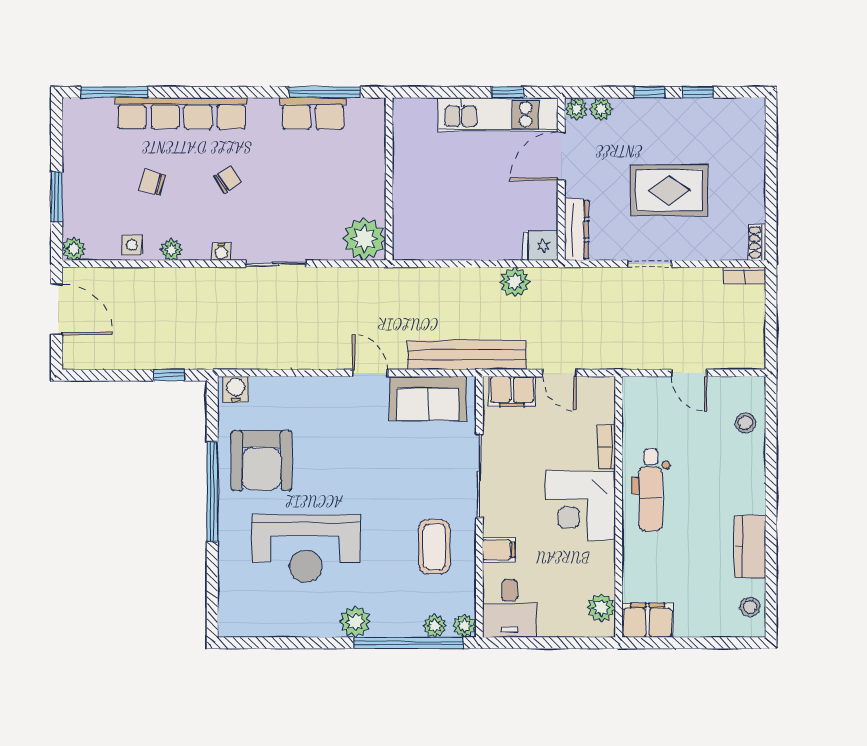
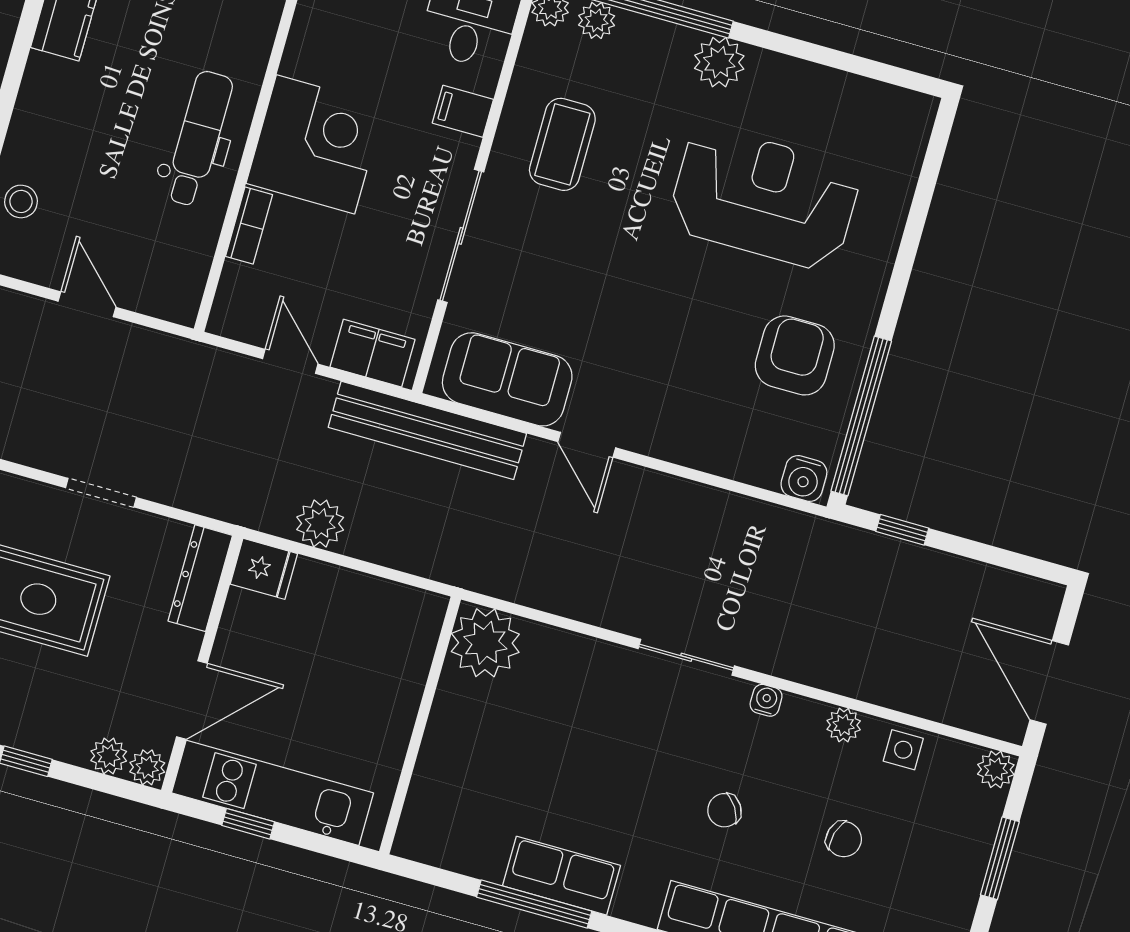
wall: (389, 179) -> (420, 725), moved
plant: (364, 239) -> (485, 643), moved
armchair: (262, 460) -> (795, 355), width x0.73, depth x0.73
window: (212, 491) -> (861, 416), moved

